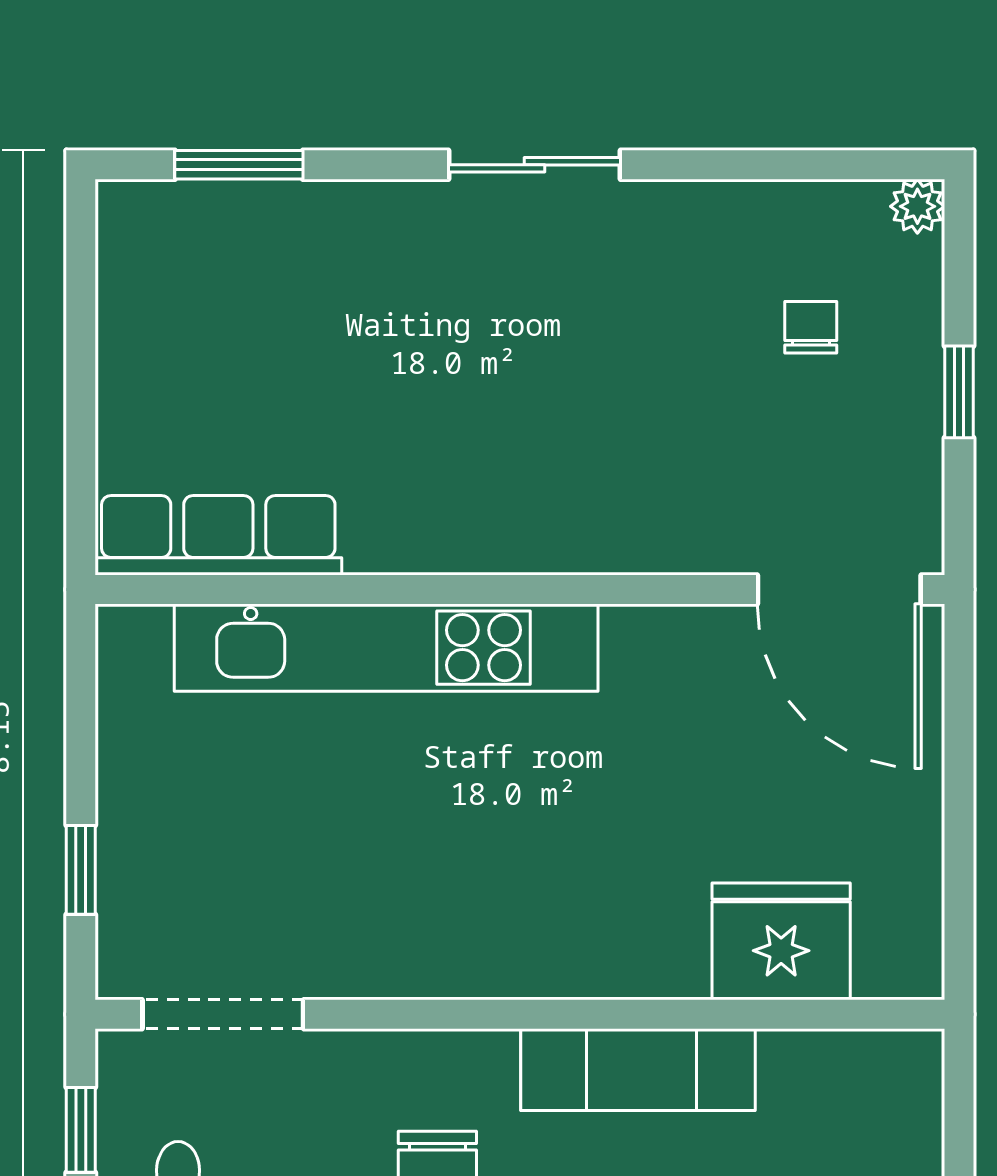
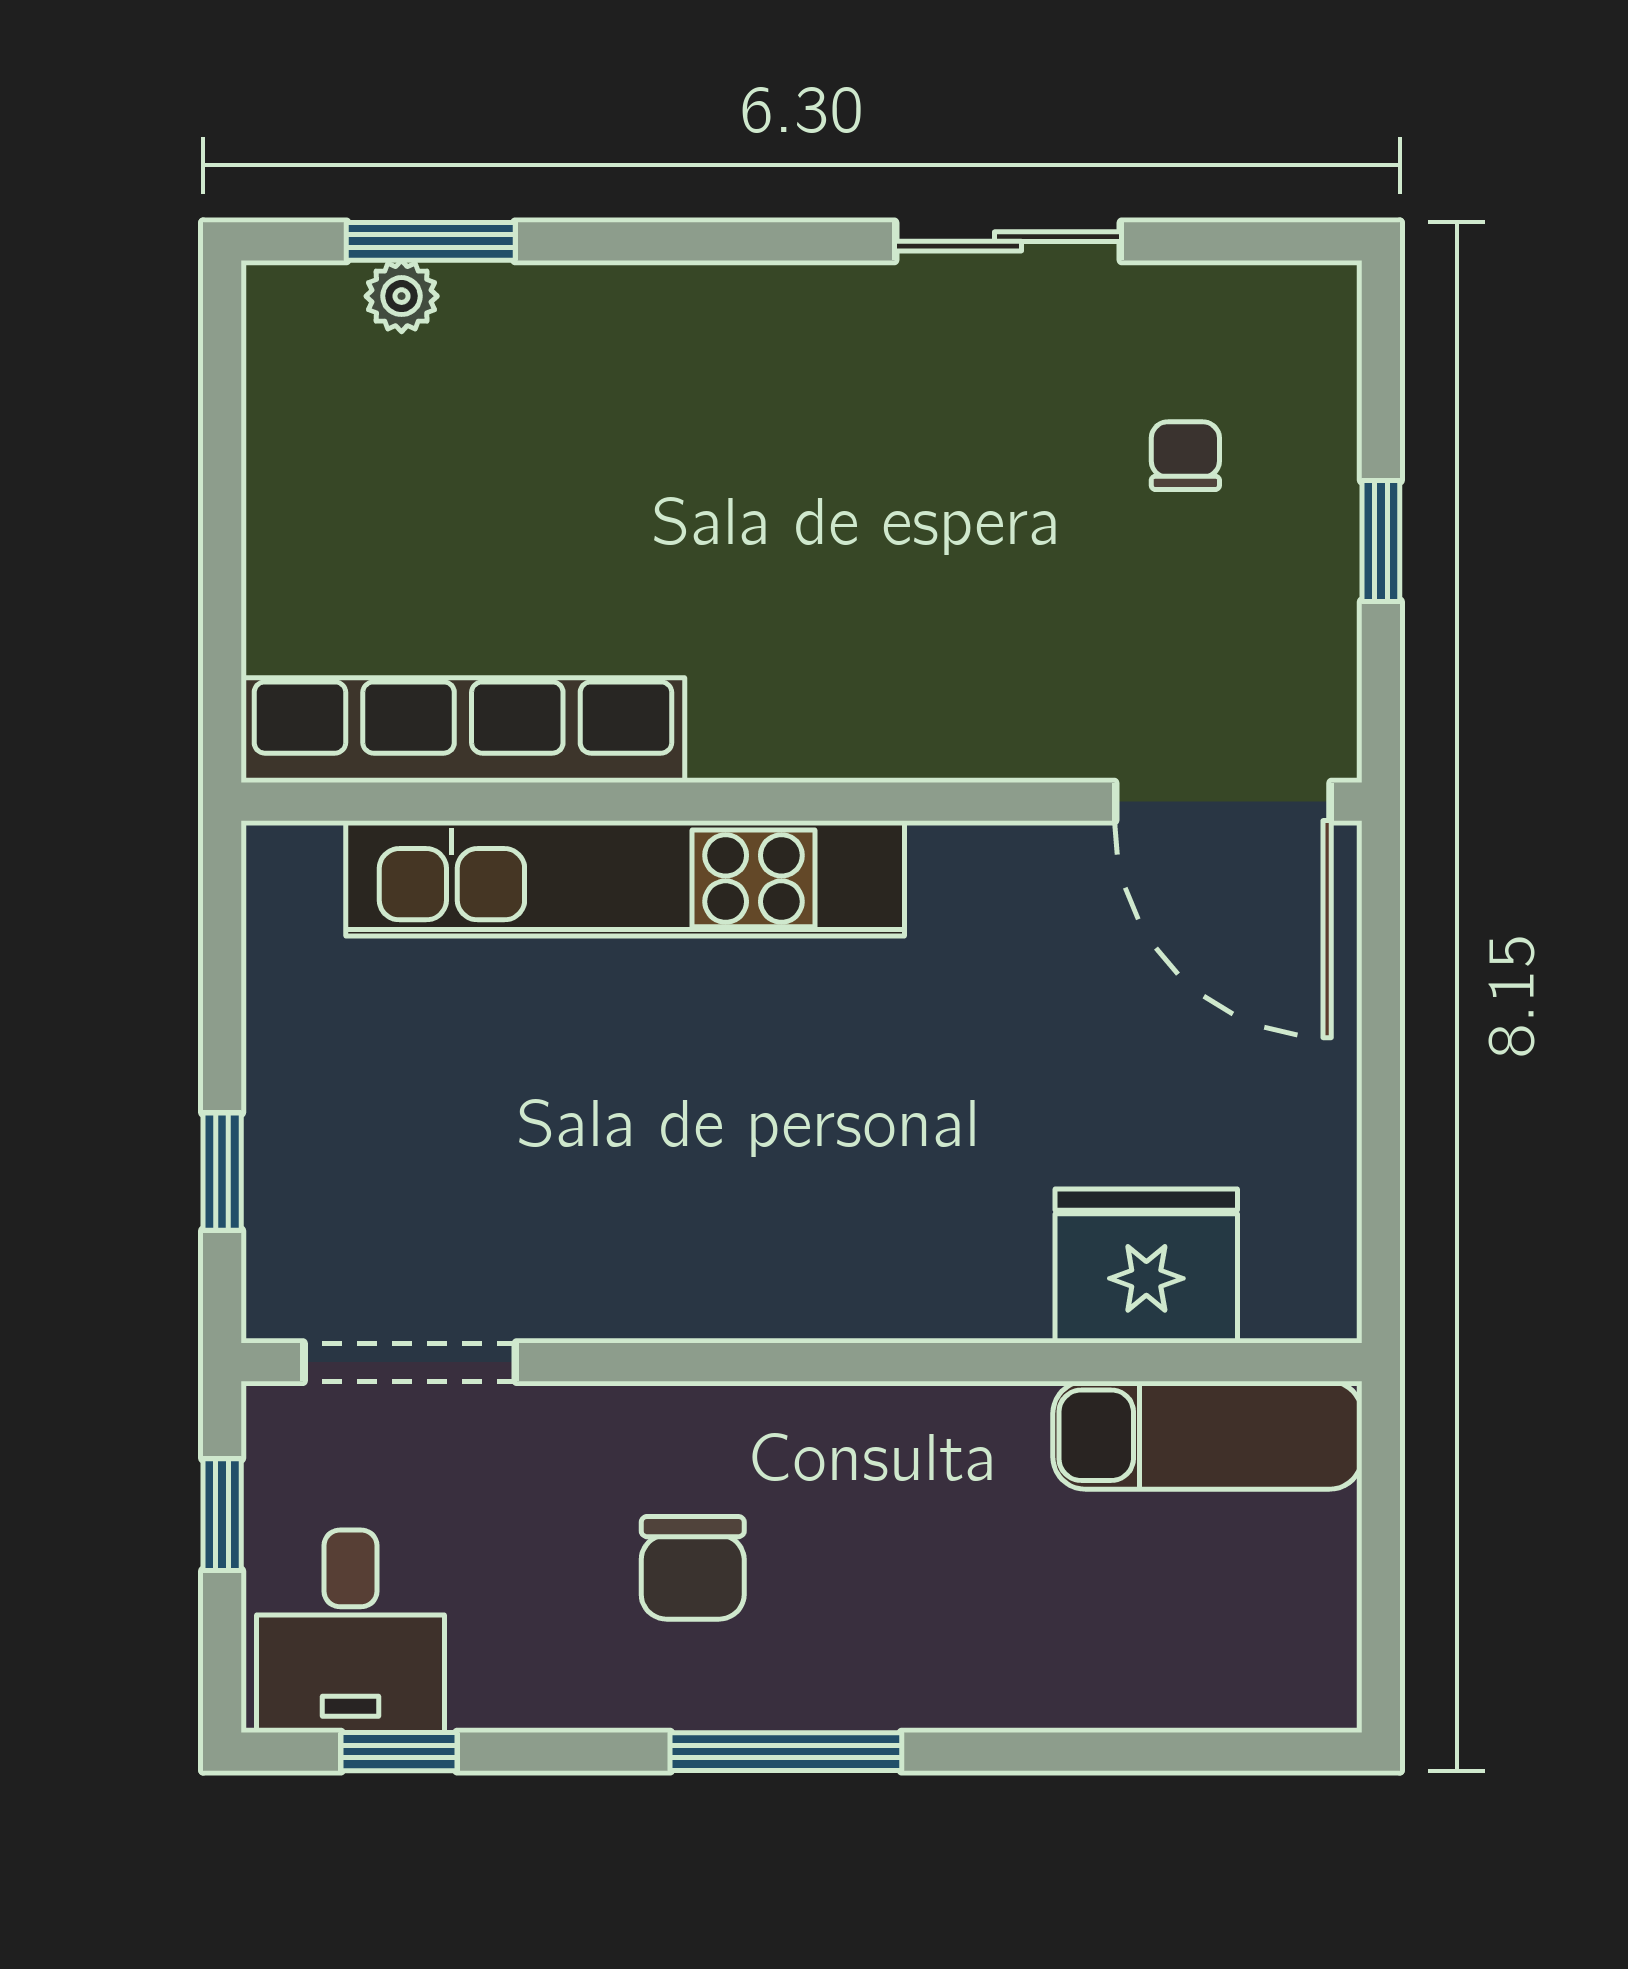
sliding door: (535, 165) -> (1008, 241), moved
plant: (917, 206) -> (402, 296), moved
row of seats: (218, 535) -> (463, 730), width x1.36
exam couch: (638, 1070) -> (1207, 1435), moved

